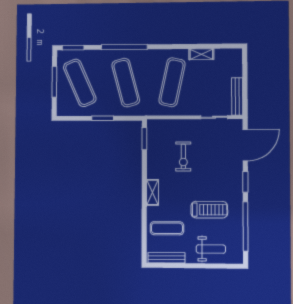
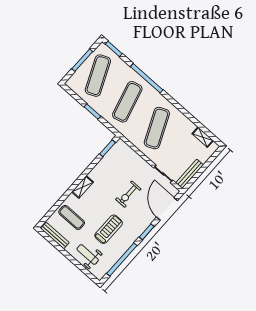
shelving: (201, 54) -> (203, 137), moved
exercise mat: (172, 82) -> (157, 128), turned -36
door: (245, 145) -> (167, 209), swing flipped
exercise bike: (183, 156) -> (128, 194), moved
treadmill: (209, 210) -> (109, 229), turned -90
weight bench: (211, 249) -> (88, 255), turned 180

